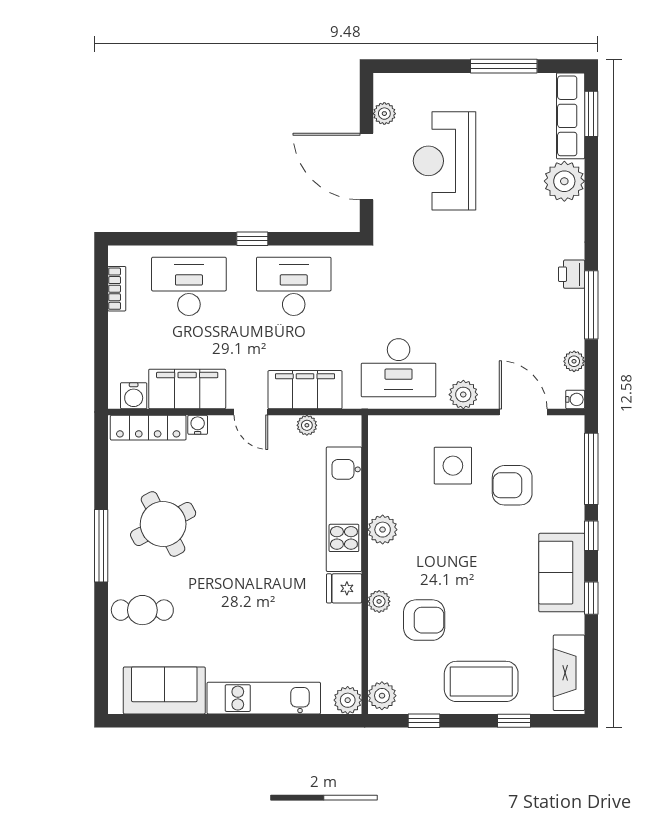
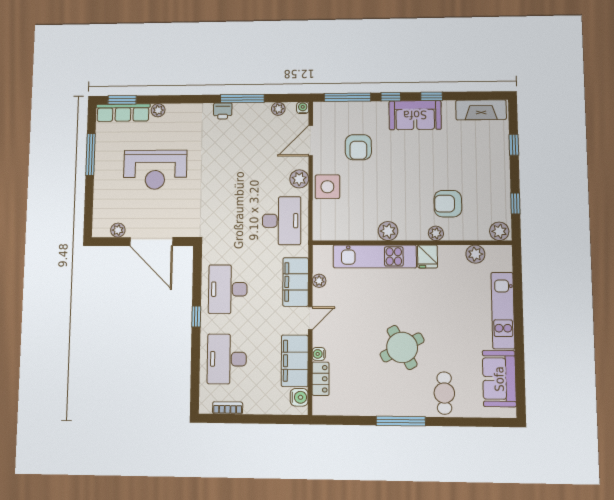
reception desk: (445, 161) -> (155, 170), moved
door: (367, 167) -> (151, 242), hinge flipped
plant: (564, 181) -> (158, 110), width x0.53, depth x0.53
locker: (148, 428) -> (321, 379), width x0.66
side table: (453, 466) -> (327, 187), moved
round table: (163, 524) -> (402, 347), moved
armchair: (424, 620) -> (448, 204), turned -90
coffee table: (481, 681) -> (488, 166), removed
plant: (348, 700) -> (475, 254), moved

